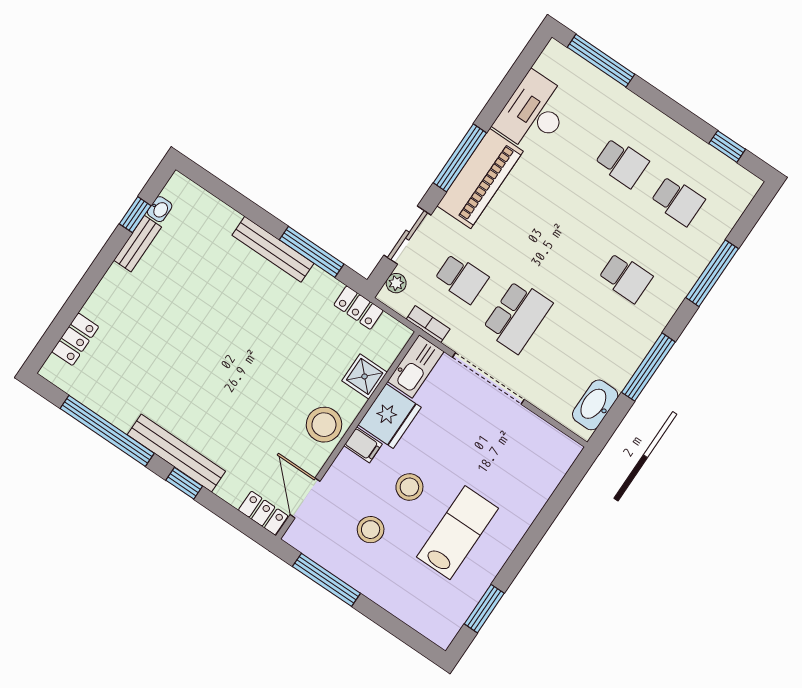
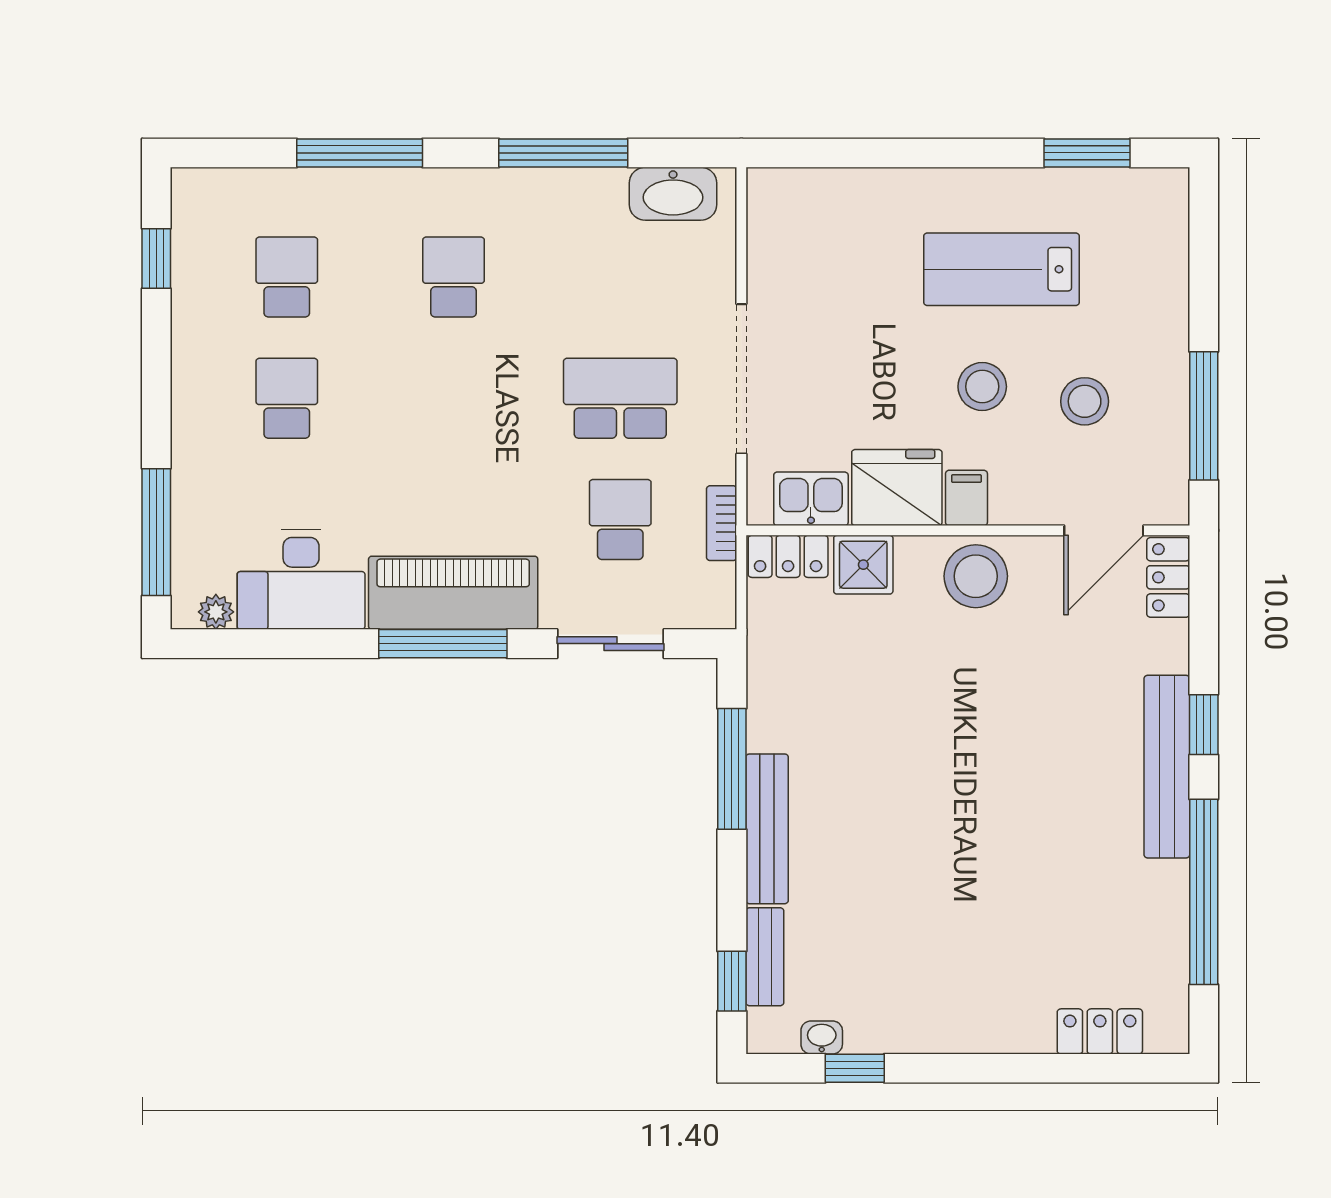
window: (214, 185) -> (732, 981), added
bench: (138, 244) -> (765, 957), moved, turned 90
plant: (396, 283) -> (216, 612), moved
locker: (359, 308) -> (788, 556), moved, turned 90
kitchen sink: (416, 366) -> (811, 499), width x0.73

